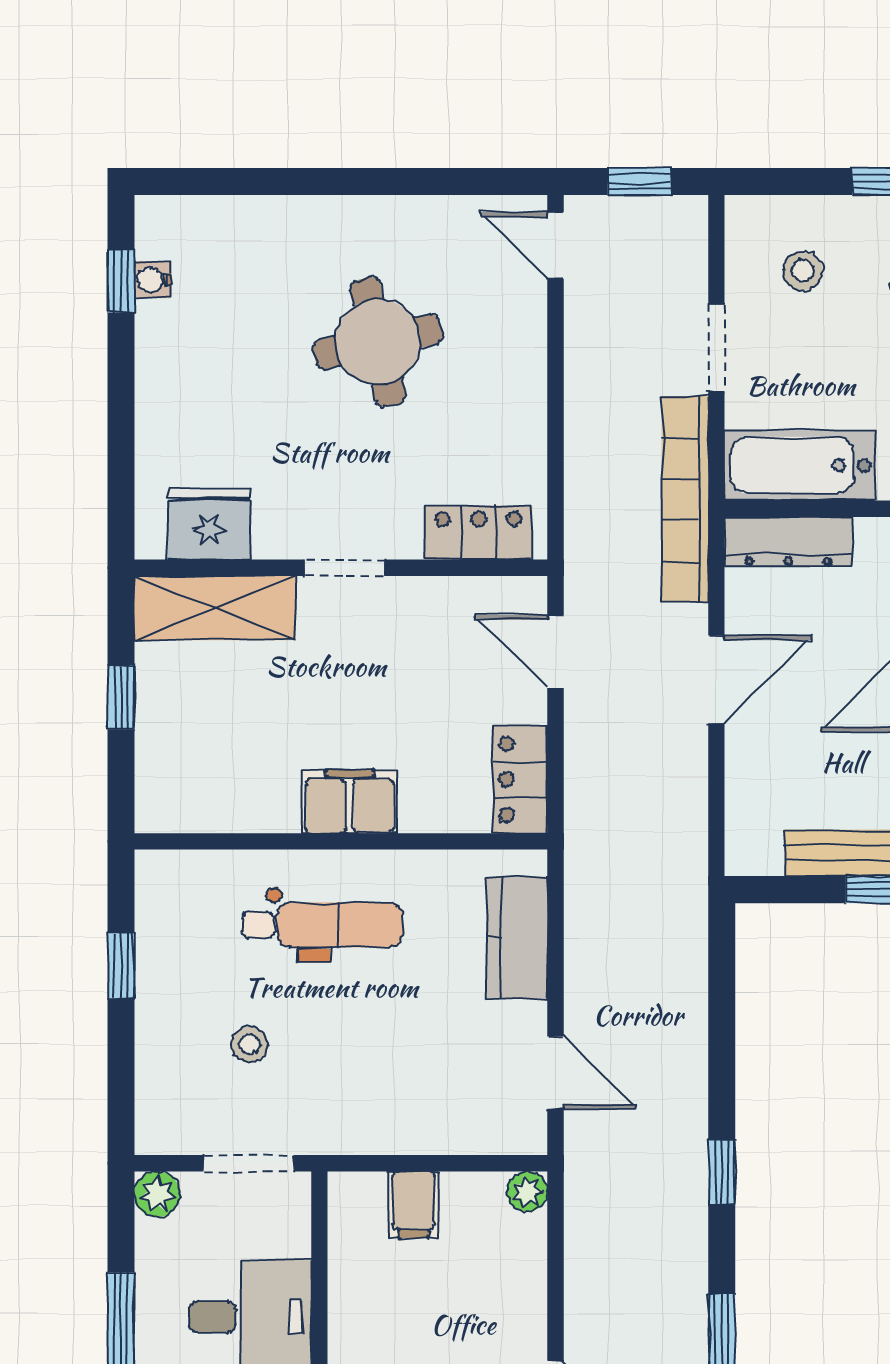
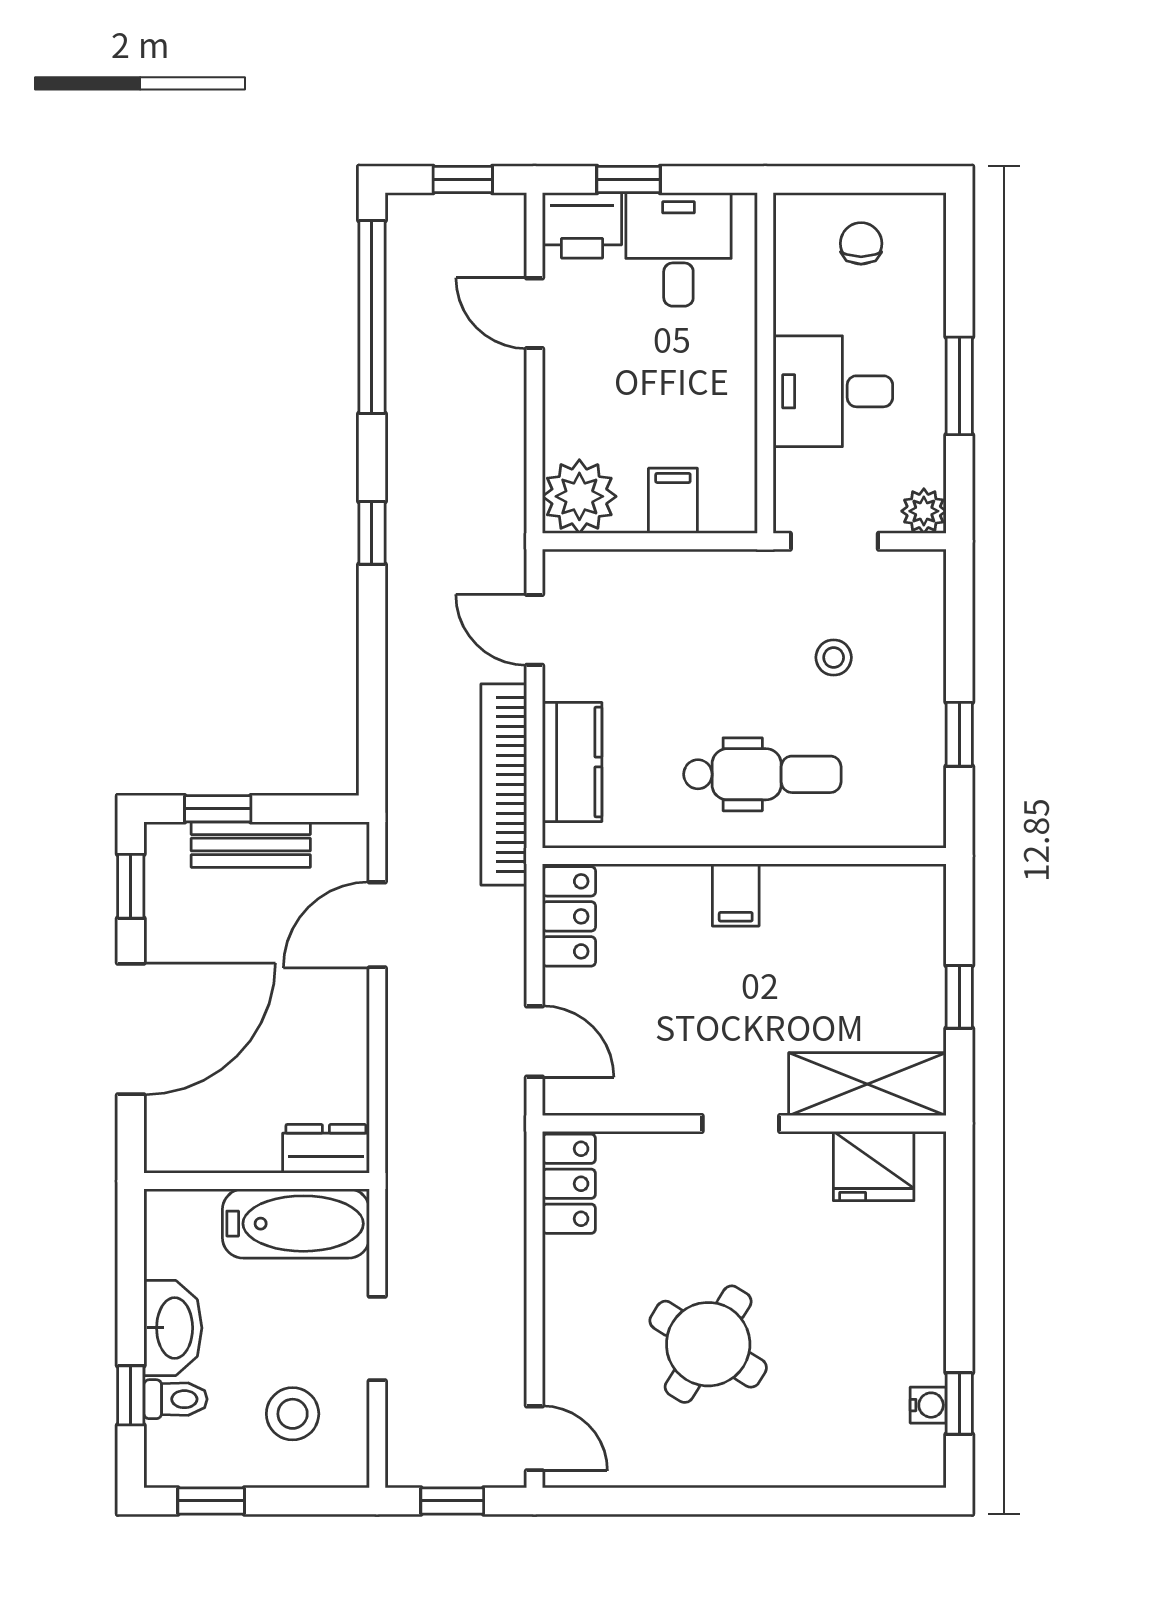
stool: (803, 271) -> (293, 1414), width x1.37, depth x1.37
round table: (378, 342) -> (708, 1344), turned 45
bookcase: (685, 499) -> (504, 784), moved, turned 180
locker: (478, 533) -> (569, 1184), moved, turned -90
dresser: (788, 542) -> (326, 1149), width x0.70
door: (716, 679) -> (377, 925), moved
filing cabinet: (350, 801) -> (736, 895), width x0.50
dental chair: (322, 925) -> (762, 774), turned 180
plant: (527, 1191) -> (579, 496), width x1.87, depth x1.87

